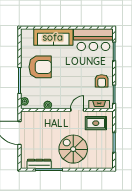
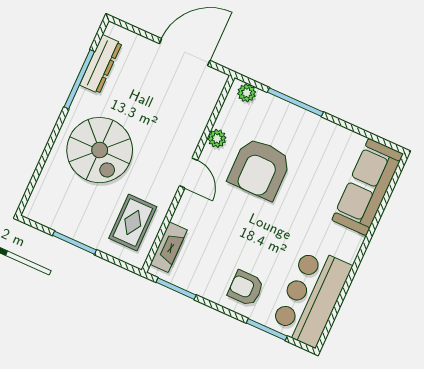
sofa: (53, 37) -> (368, 187), moved
armchair: (40, 67) -> (260, 169), moved
armchair: (102, 81) -> (246, 288), moved
door: (77, 110) -> (188, 173), moved
spiral stairs: (73, 149) -> (100, 150), turned 90

